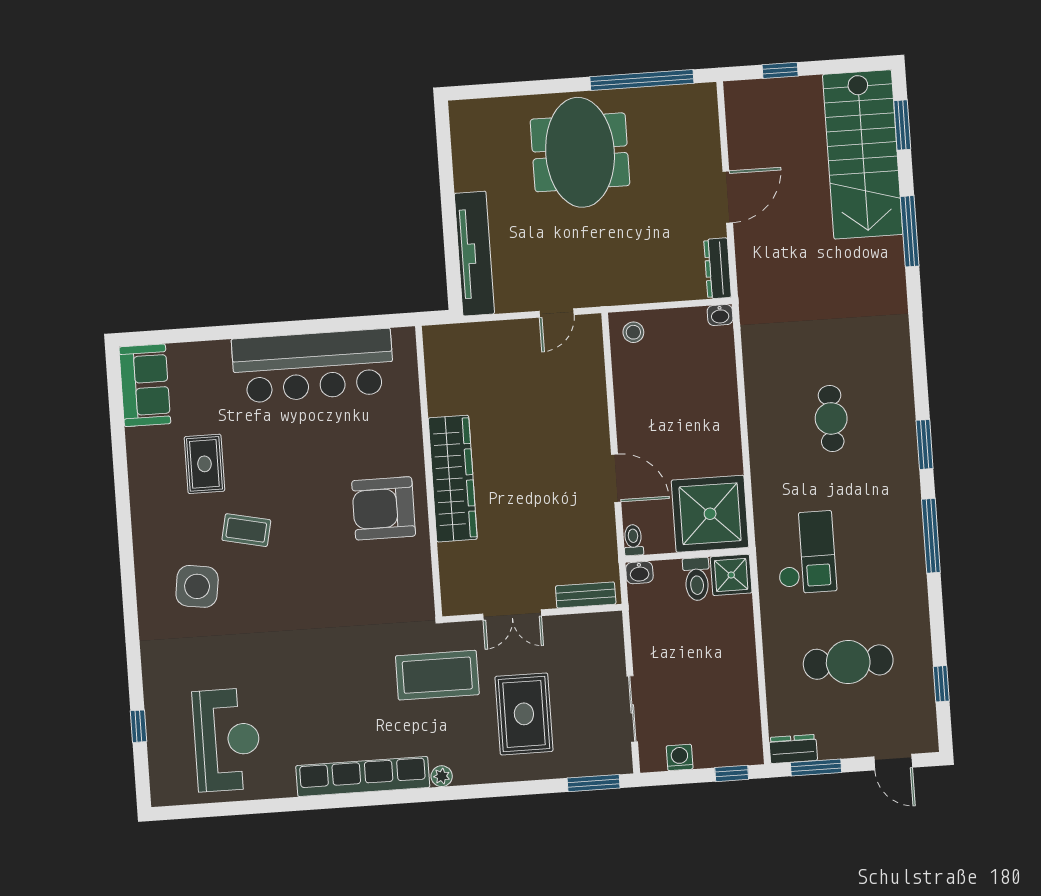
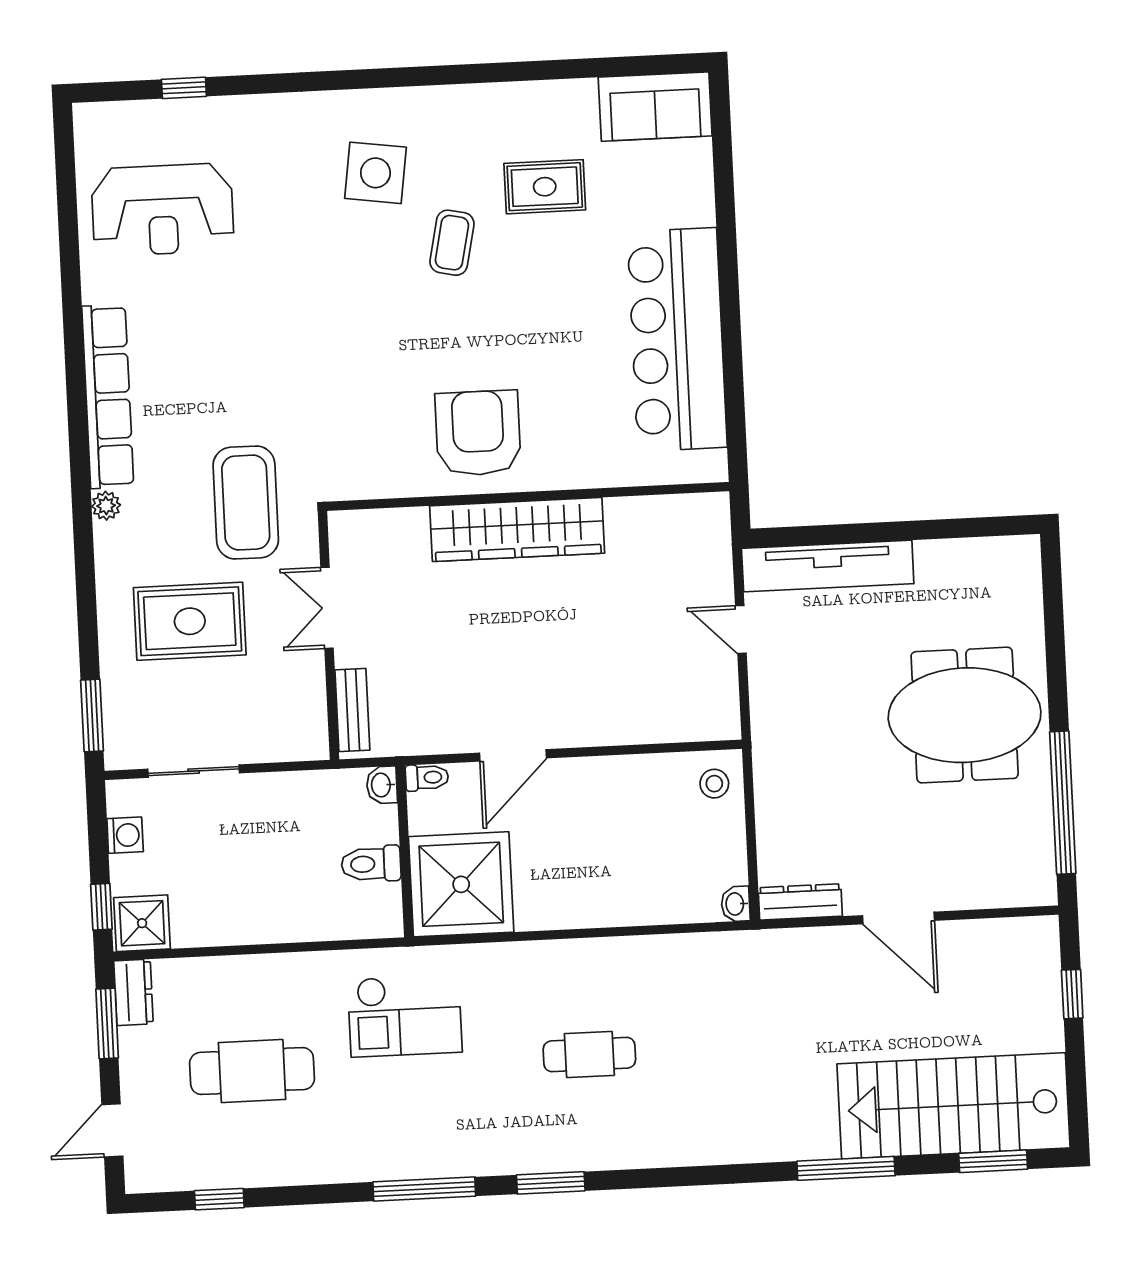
door: (557, 313) -> (741, 629), moved
shower: (731, 575) -> (142, 923), moved
cafe table: (848, 662) -> (252, 1071), turned 90

